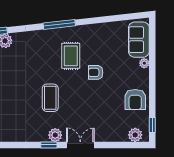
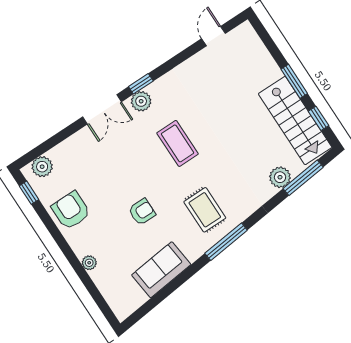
sofa: (139, 40) -> (161, 270), moved, turned -96
rug: (71, 56) -> (205, 210), moved

